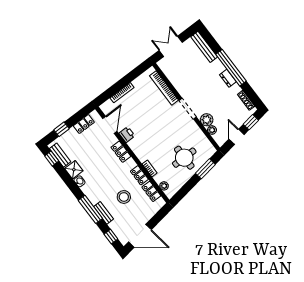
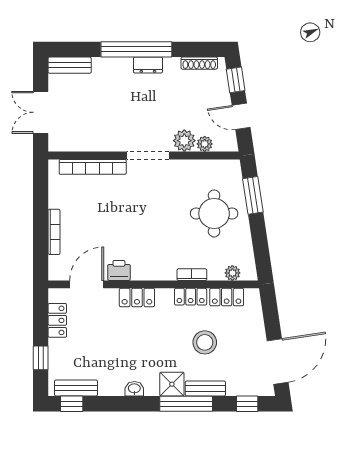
bench: (204, 47) -> (70, 65), width x0.73
door: (110, 125) -> (87, 284), hinge flipped
shower: (74, 170) -> (172, 384), moved

